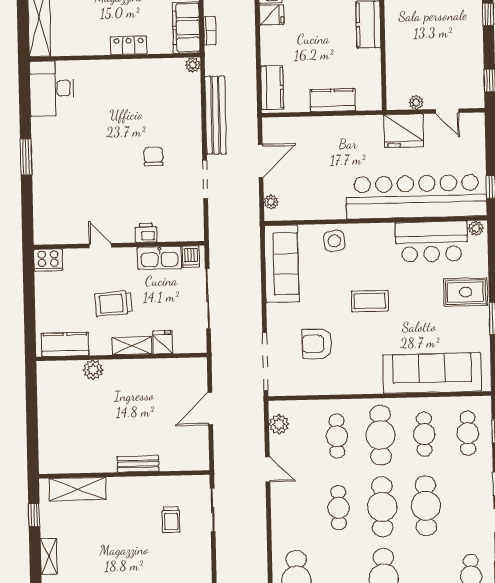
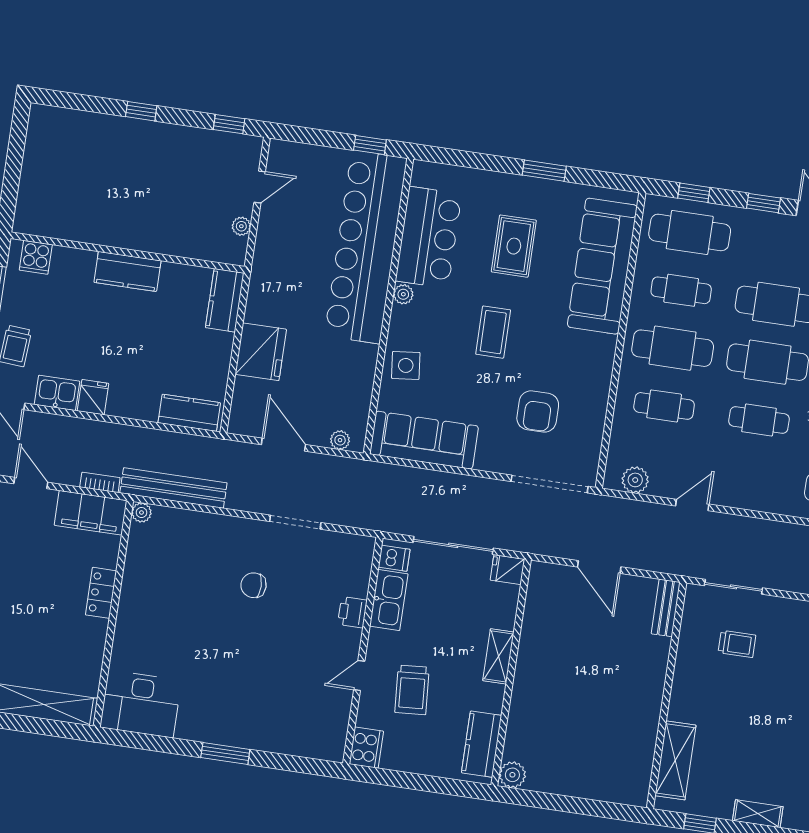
kitchen counter: (333, 100) -> (225, 300), moved
bench: (216, 115) -> (173, 488), moved
fridge: (404, 131) -> (261, 352), moved
plant: (476, 228) -> (403, 294), moved
rug: (465, 292) -> (514, 246), moved
trolley: (114, 303) -> (412, 690), moved
fridge: (163, 342) -> (507, 570), moved
plant: (93, 370) -> (512, 775), moved
cafe table: (468, 433) -> (690, 232), width x1.37, depth x1.35
bench: (138, 464) -> (666, 608), moved

